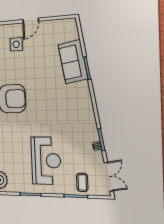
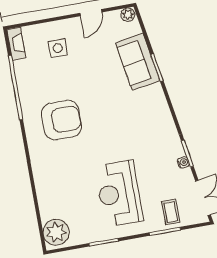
door: (31, 20) -> (91, 13), moved
plant: (70, 23) -> (128, 15), added
reception desk: (46, 161) -> (119, 193), turned 180

